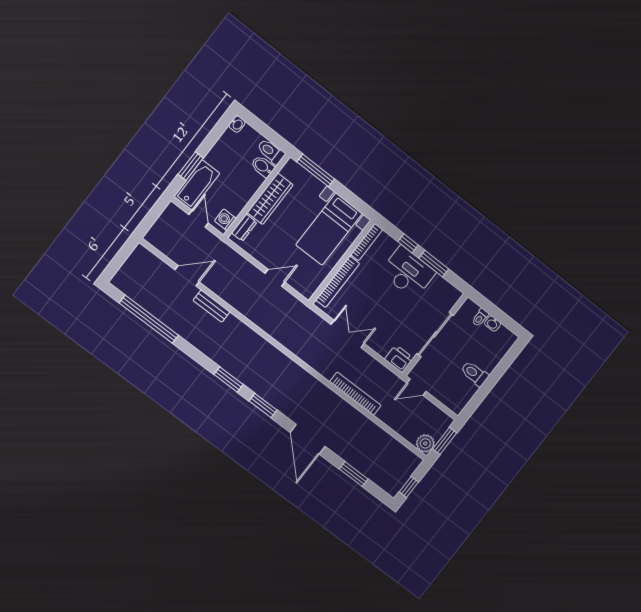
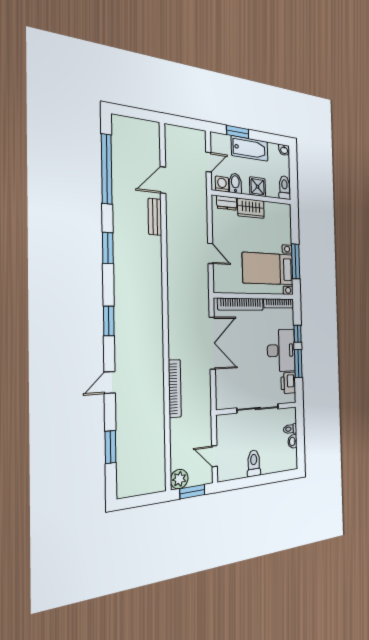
bidet: (263, 166) -> (235, 183), moved
window: (316, 170) -> (296, 261), moved
shower: (251, 183) -> (258, 187), added
bathtub: (197, 185) -> (250, 149), moved
wardrobe: (270, 199) -> (251, 208), width x0.67
door: (187, 276) -> (163, 180), swing flipped
double door: (348, 334) -> (212, 343), width x1.37
printer: (399, 359) -> (288, 383), moved, turned 180
window: (229, 379) -> (108, 248), moved
door: (417, 387) -> (215, 456), moved
door: (308, 439) -> (110, 383), width x0.53
window: (409, 487) -> (136, 501), removed

